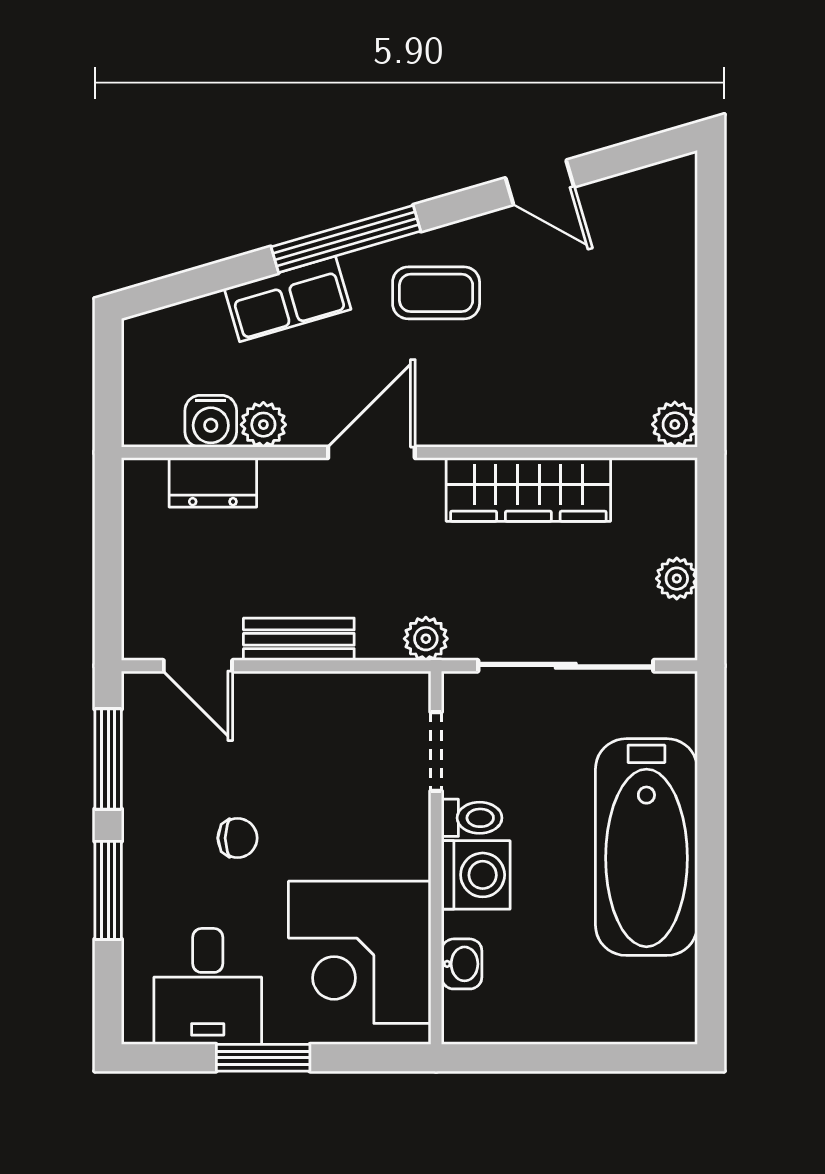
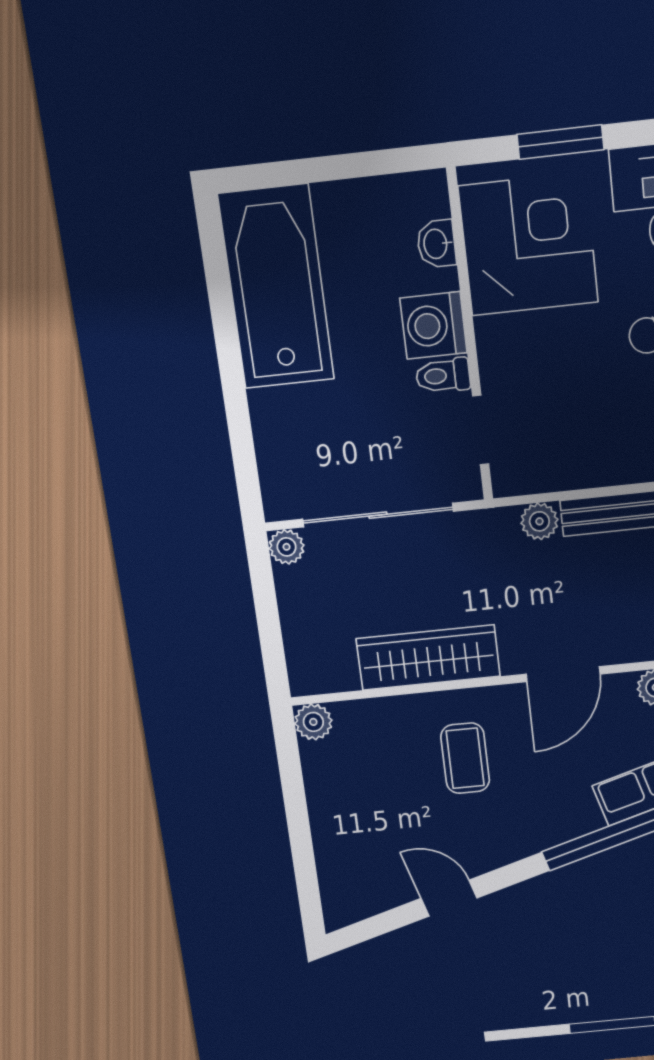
coffee table: (436, 293) -> (465, 758), moved, turned 90
plant: (677, 579) -> (287, 547), moved
plant: (426, 639) -> (539, 521), moved
bathtub: (646, 847) -> (276, 287), moved
window: (263, 1058) -> (560, 142), moved

